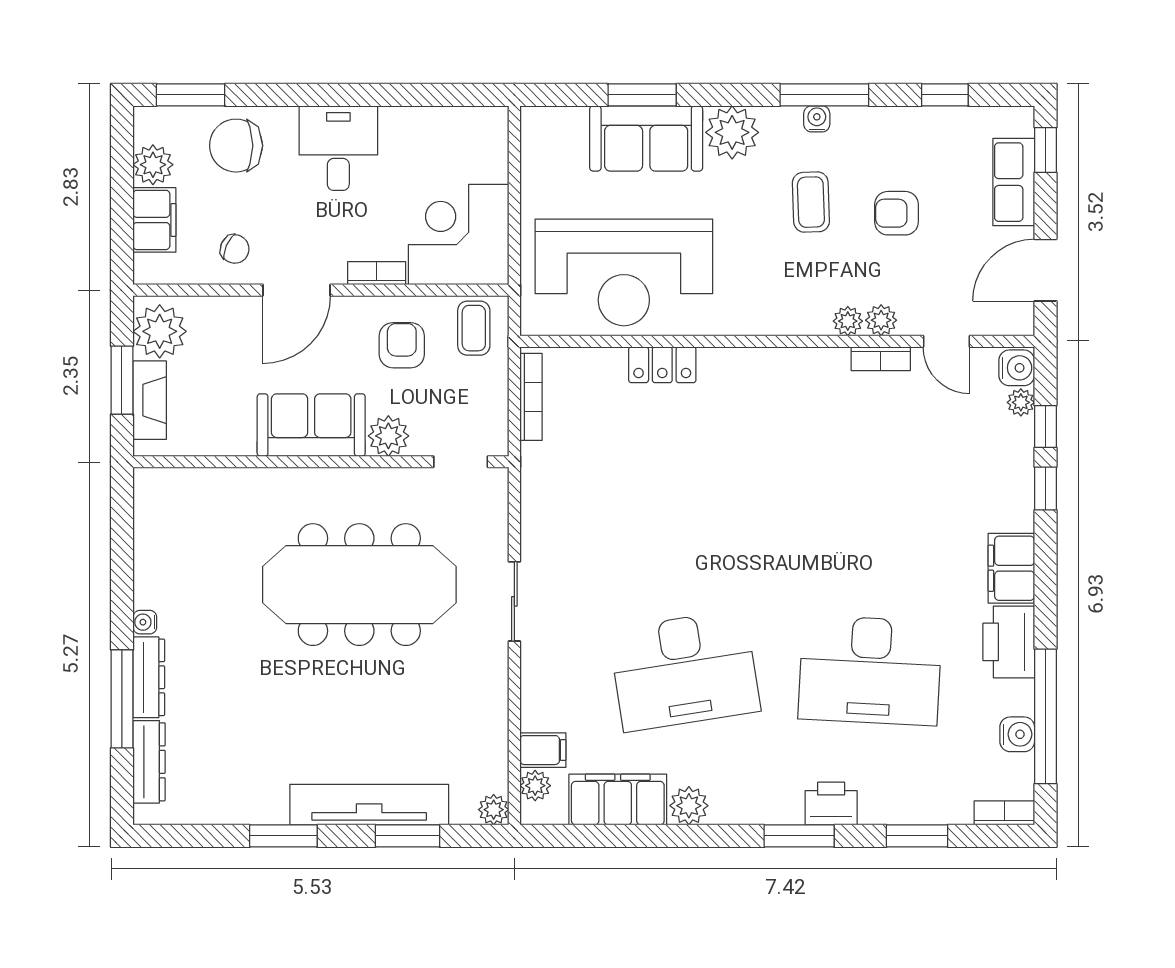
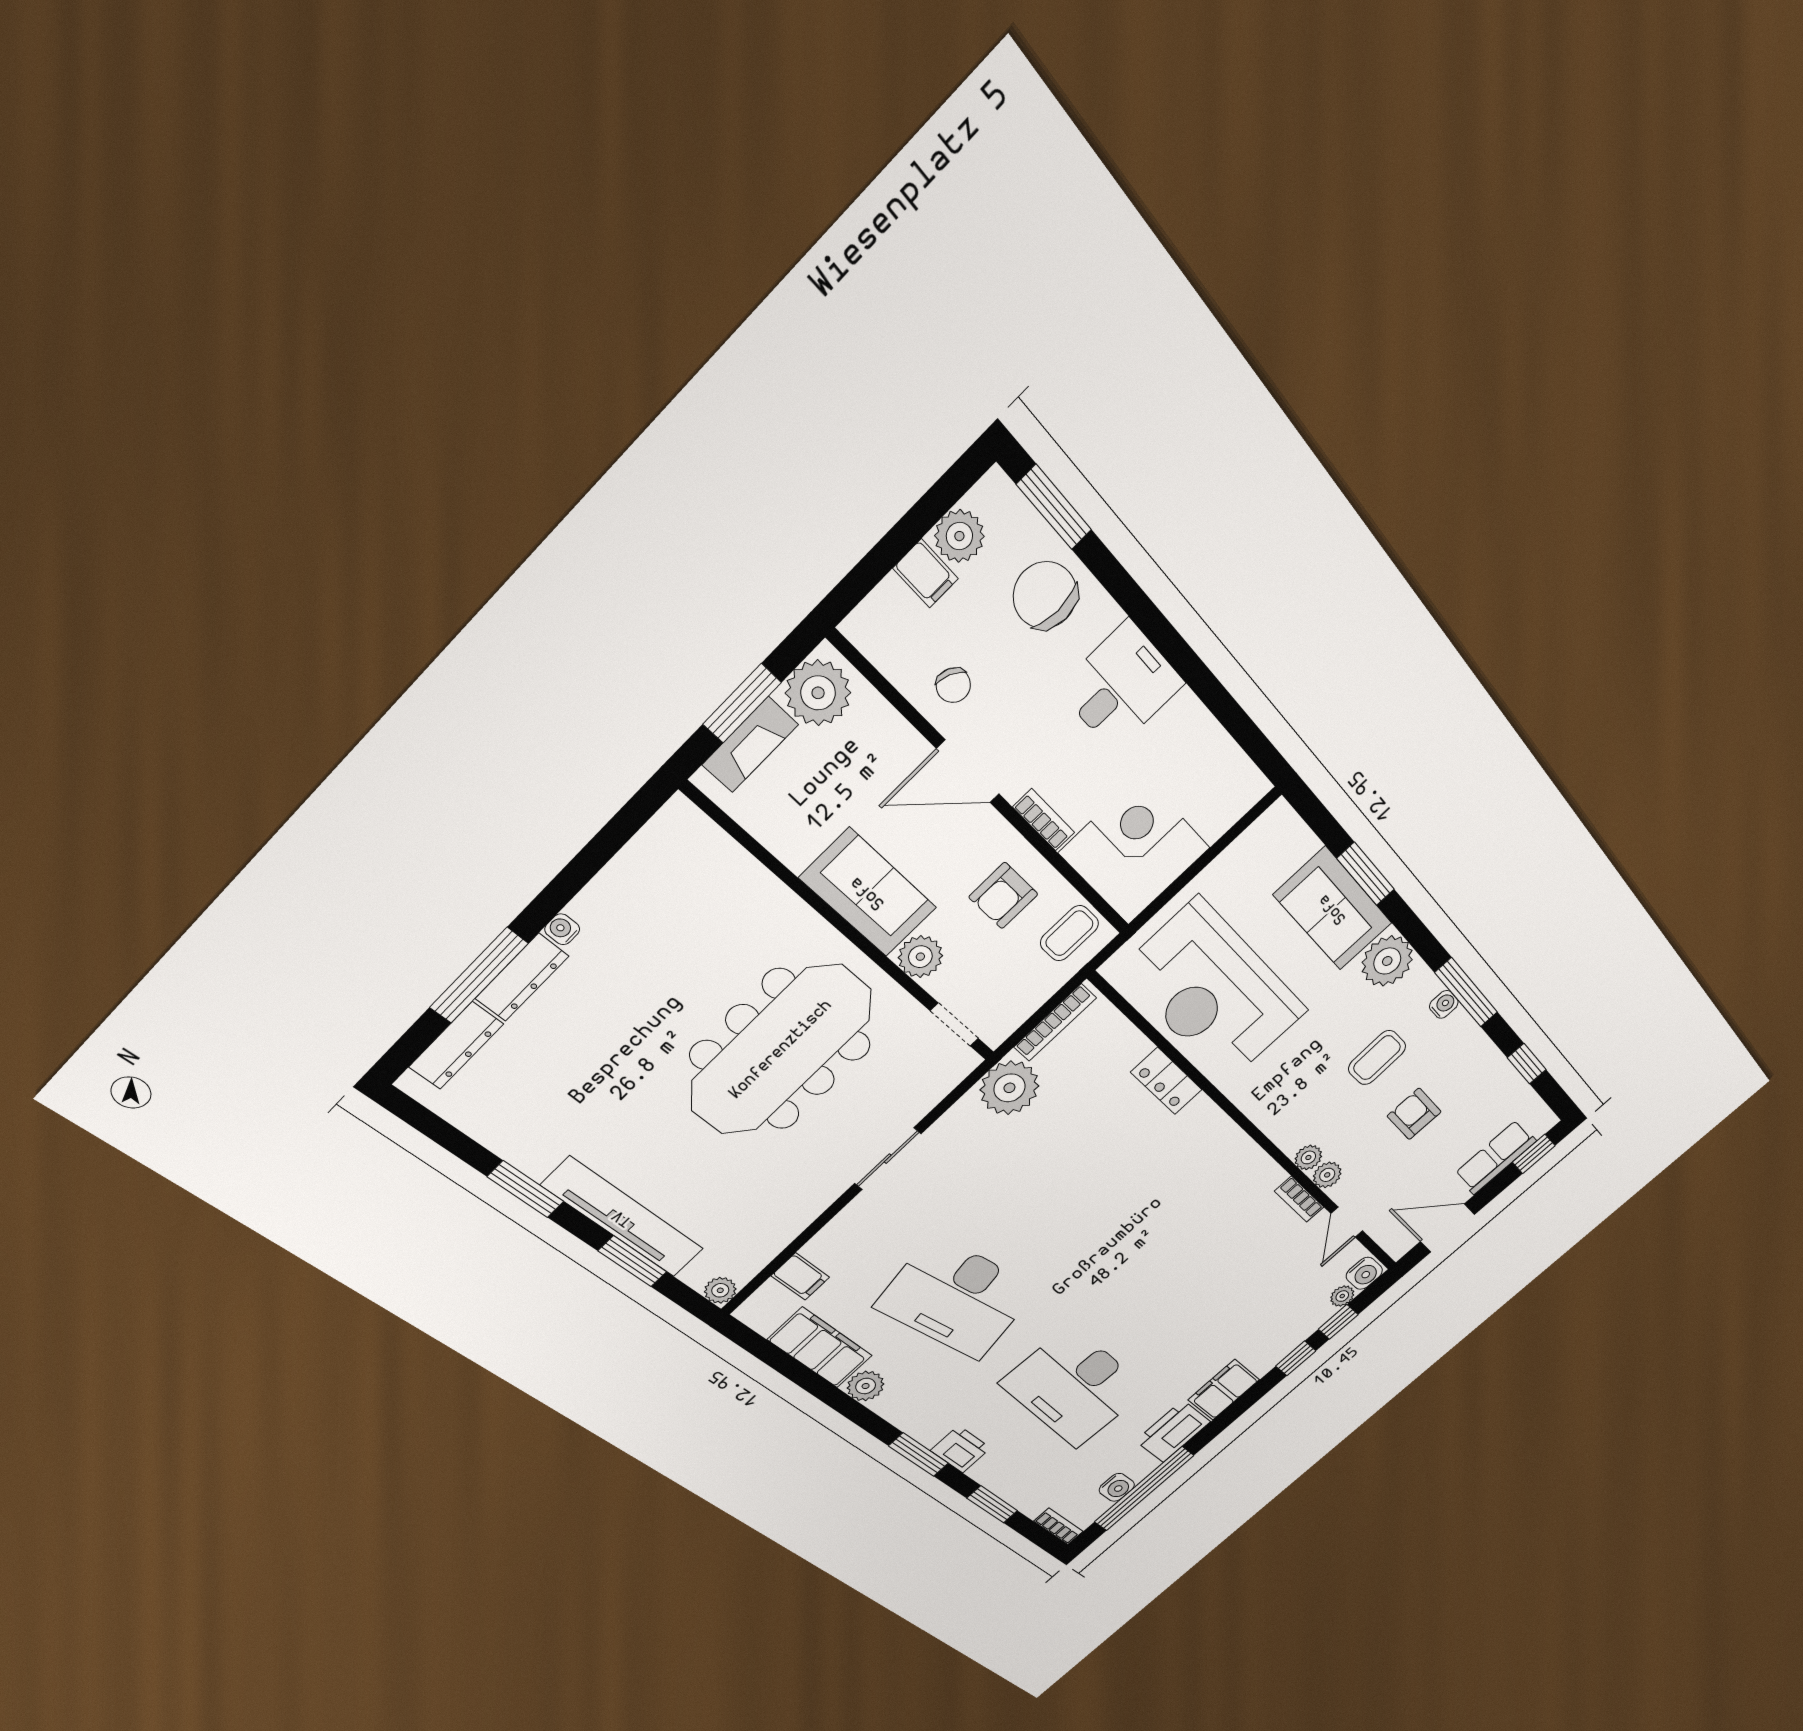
filing cabinet: (154, 220) -> (926, 573), width x0.50
armchair: (402, 345) -> (1003, 896), turned 180
meeting table: (359, 585) -> (781, 1050), turned 90
plant: (535, 786) -> (1009, 1088), moved, width x1.88, depth x1.88

